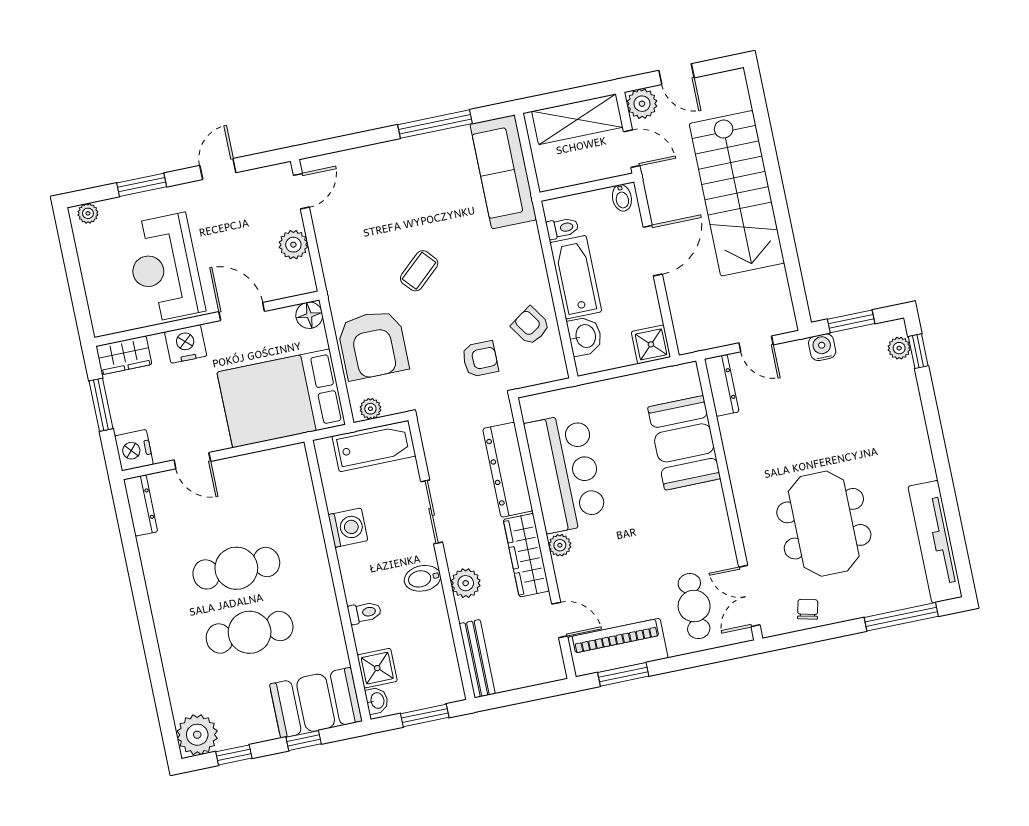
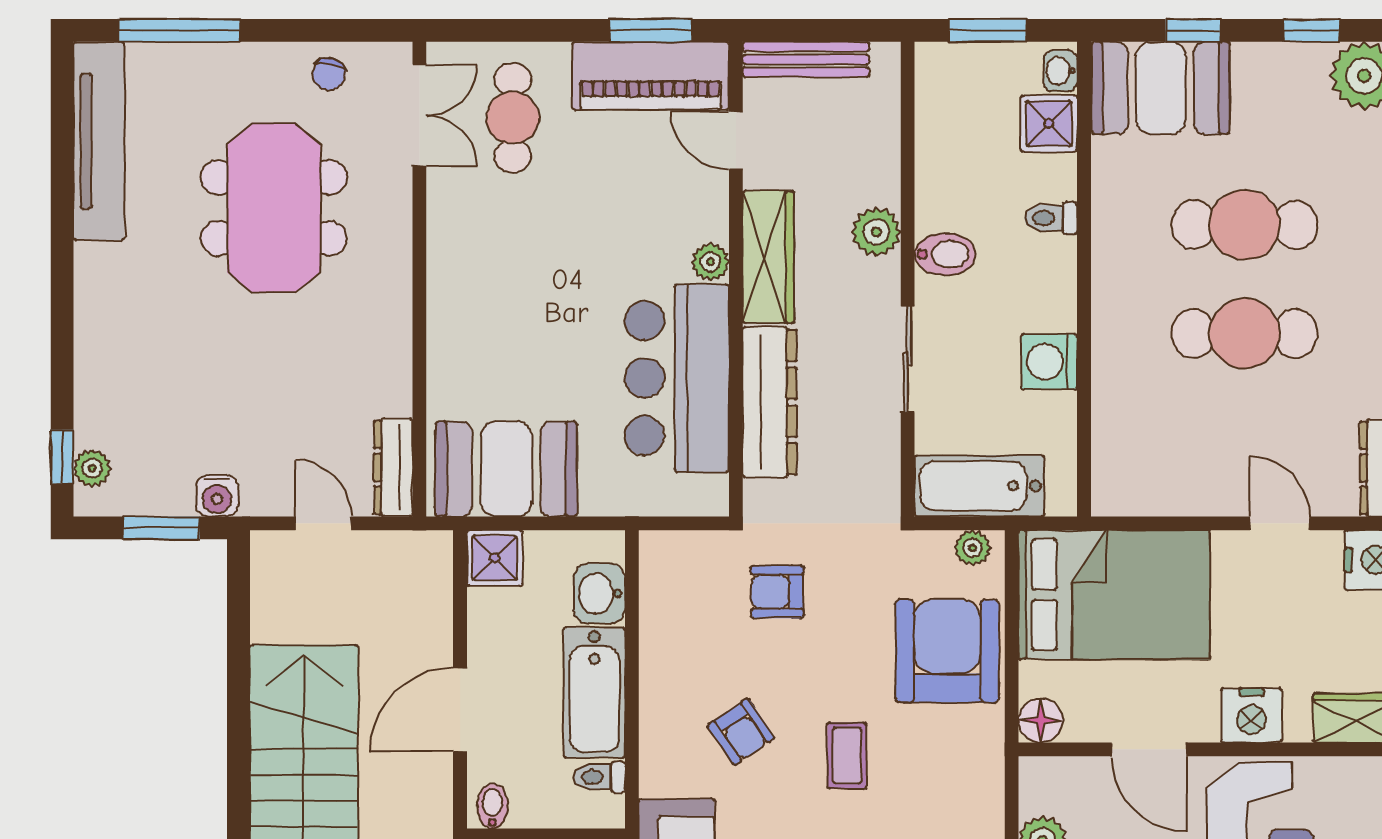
coffee table: (419, 271) -> (847, 756), turned -48
armchair: (530, 326) -> (741, 732), moved
booth: (684, 443) -> (506, 469), moved, turned 90
bench: (477, 659) -> (806, 59), moved, turned 90

